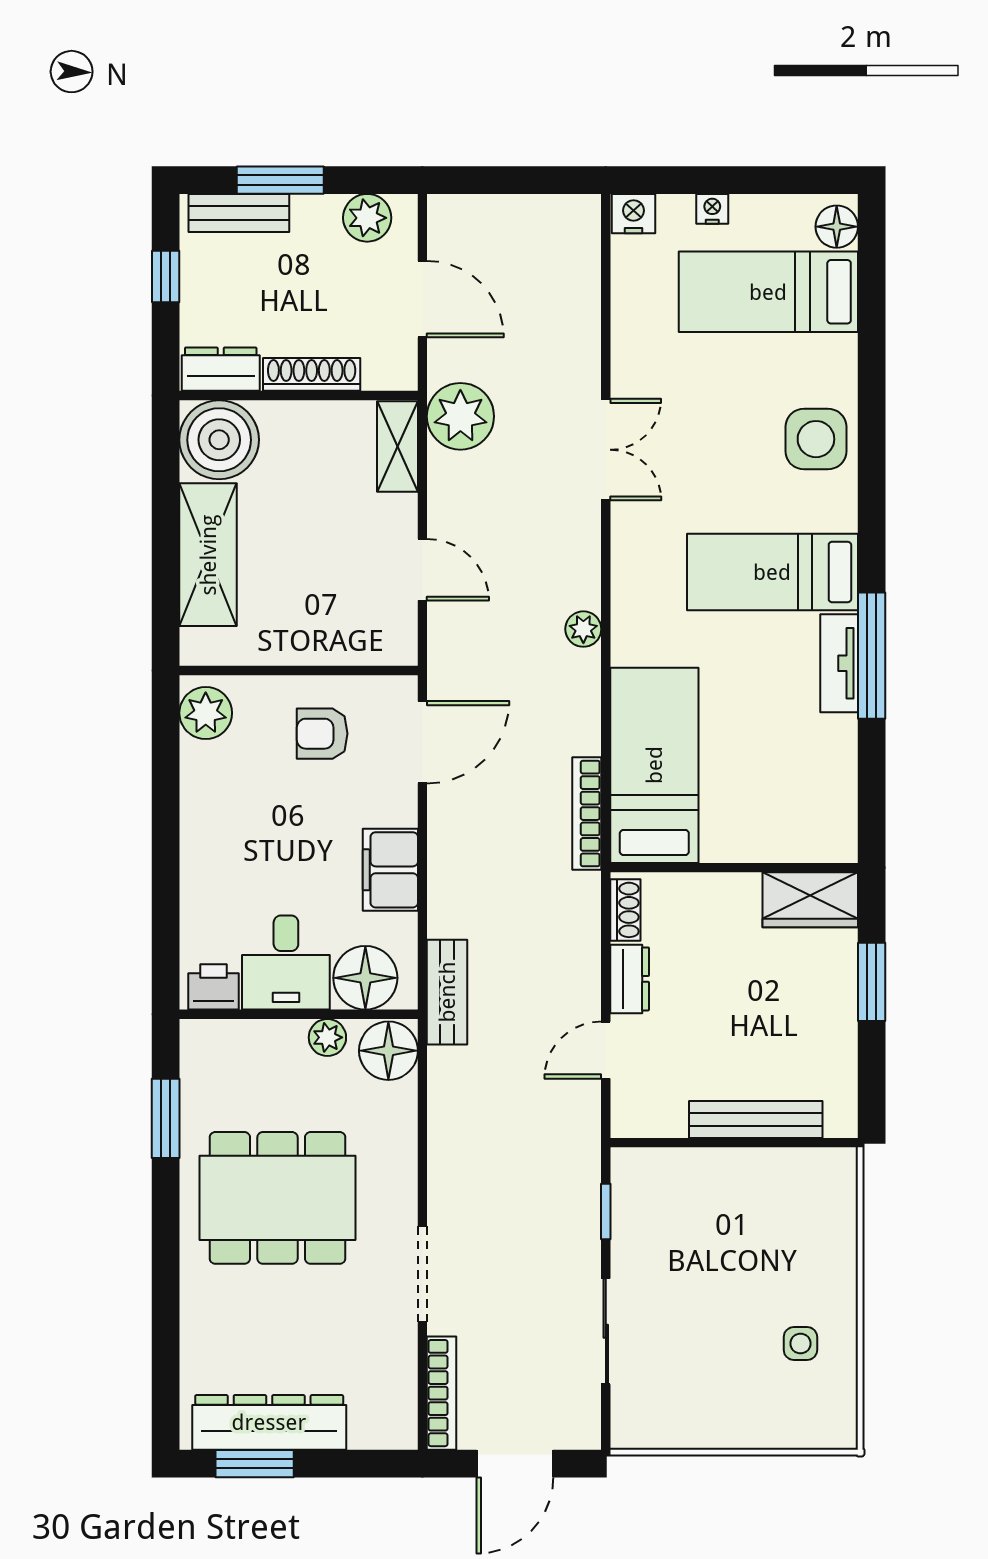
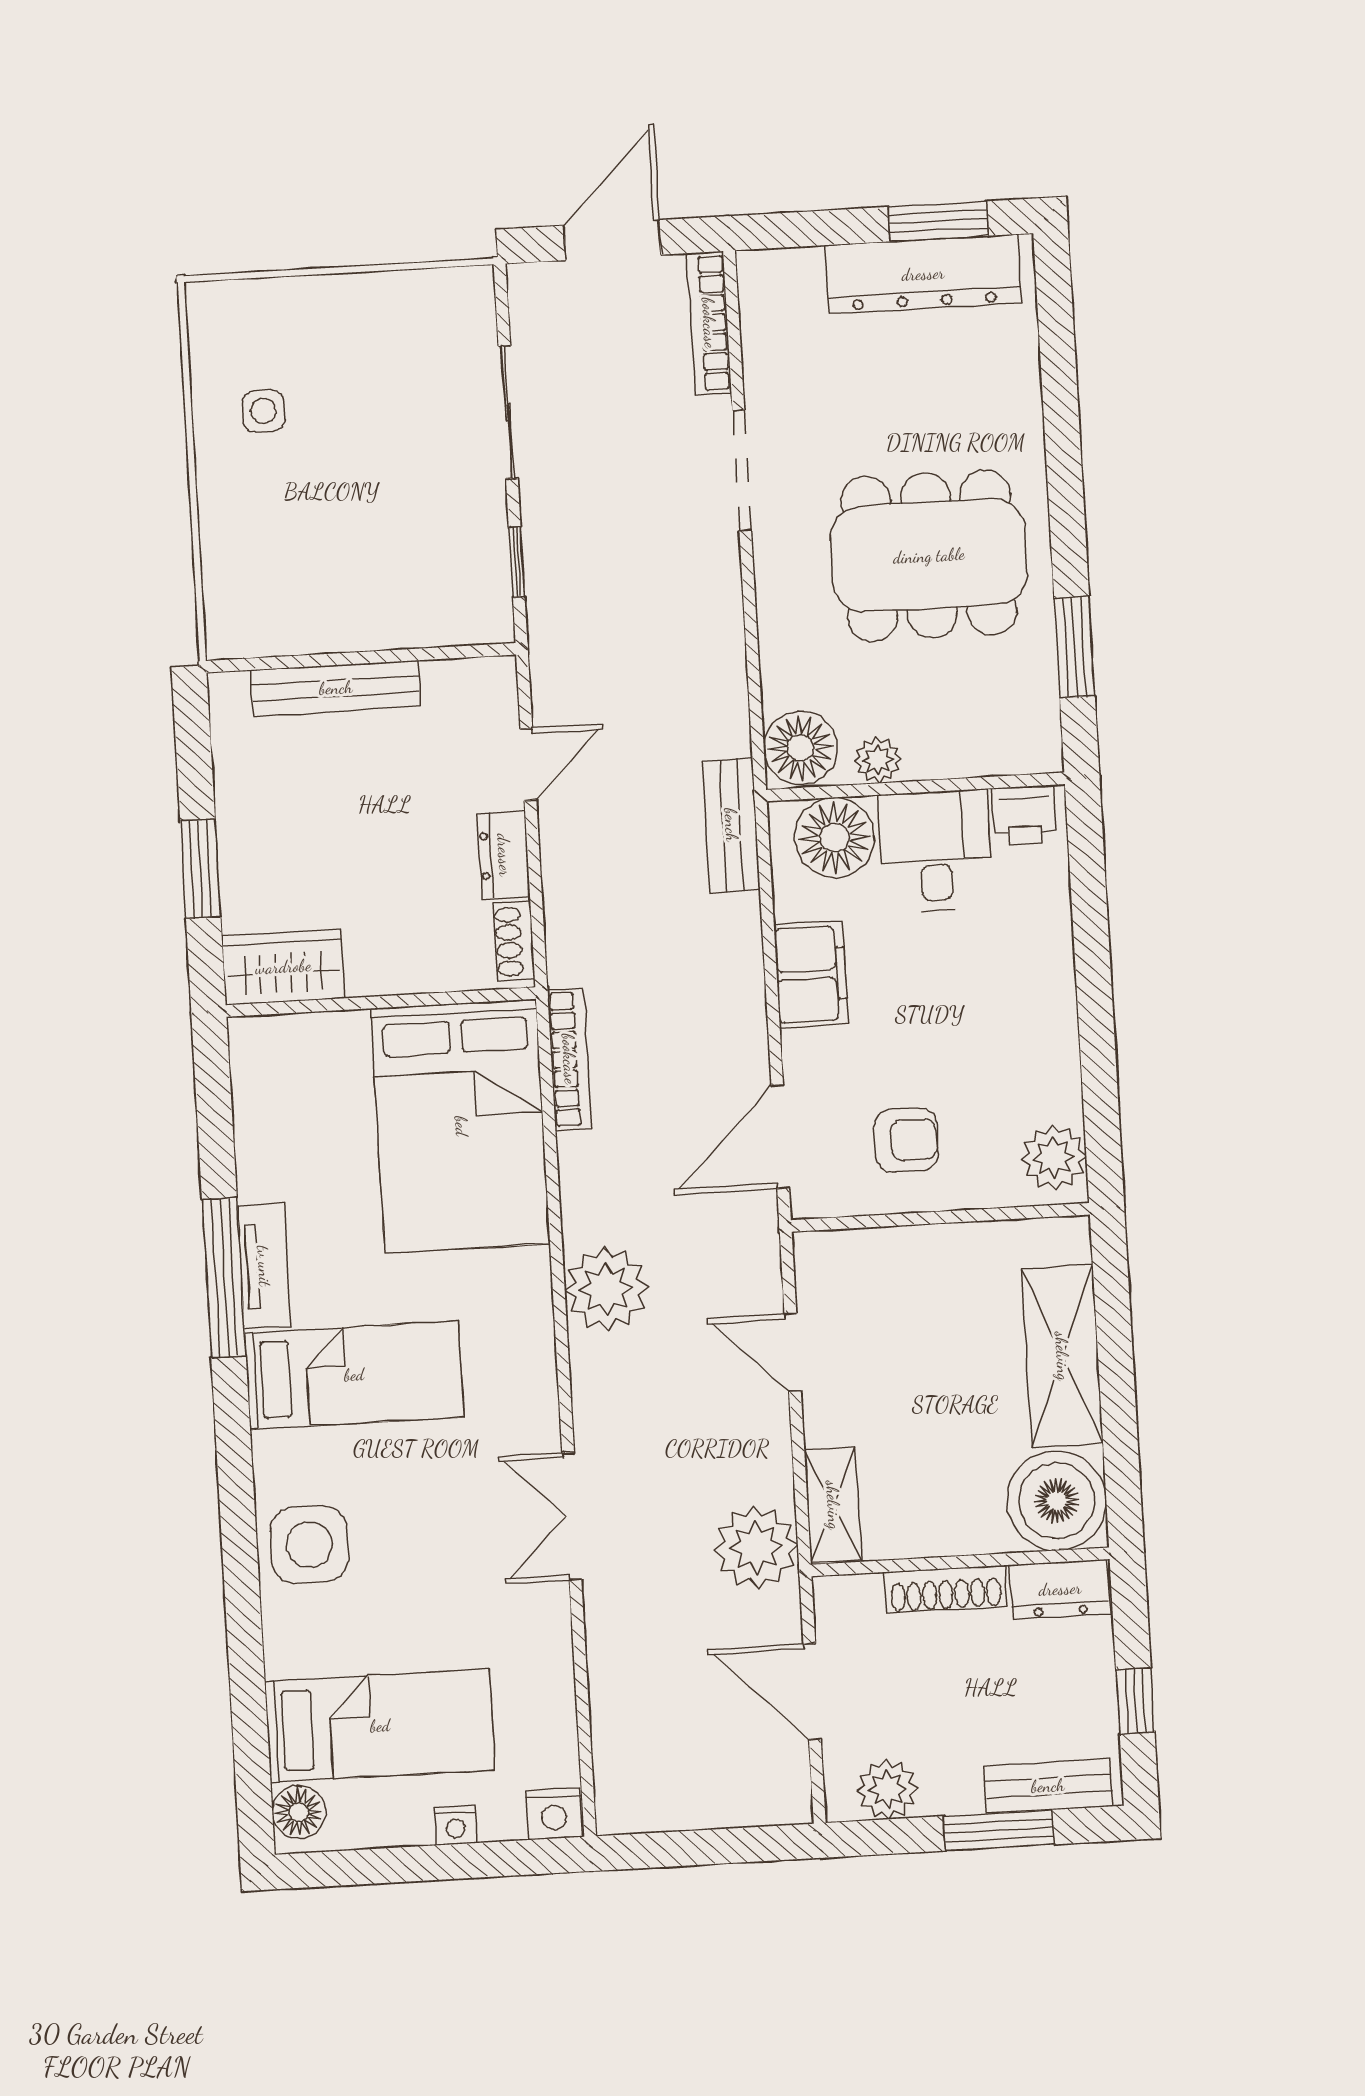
plant: (583, 629) -> (606, 1289), width x1.88, depth x1.88
bed: (654, 765) -> (461, 1126), width x1.50

